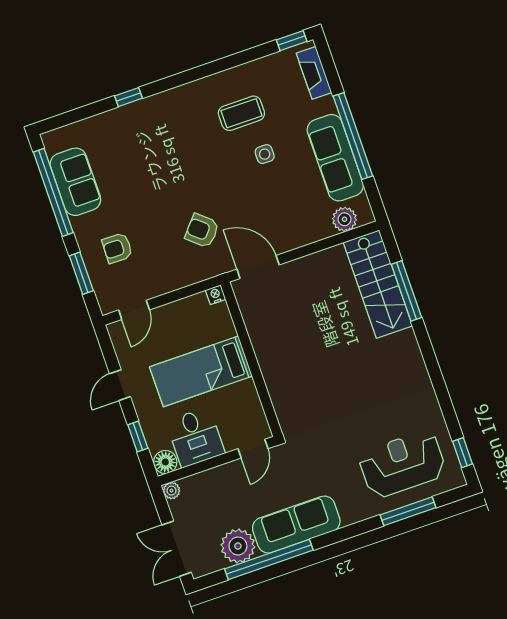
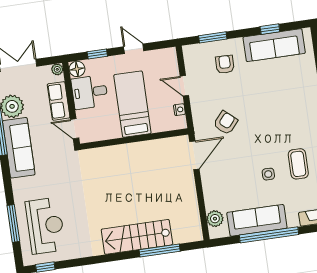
sofa: (75, 182) -> (274, 45), width x1.36
window: (53, 192) -> (270, 29), width x0.32
stairs: (378, 284) -> (137, 237), moved
nightstand: (216, 295) -> (179, 110), moved
door: (134, 310) -> (184, 86), moved
row of seats: (217, 480) -> (59, 101), added

